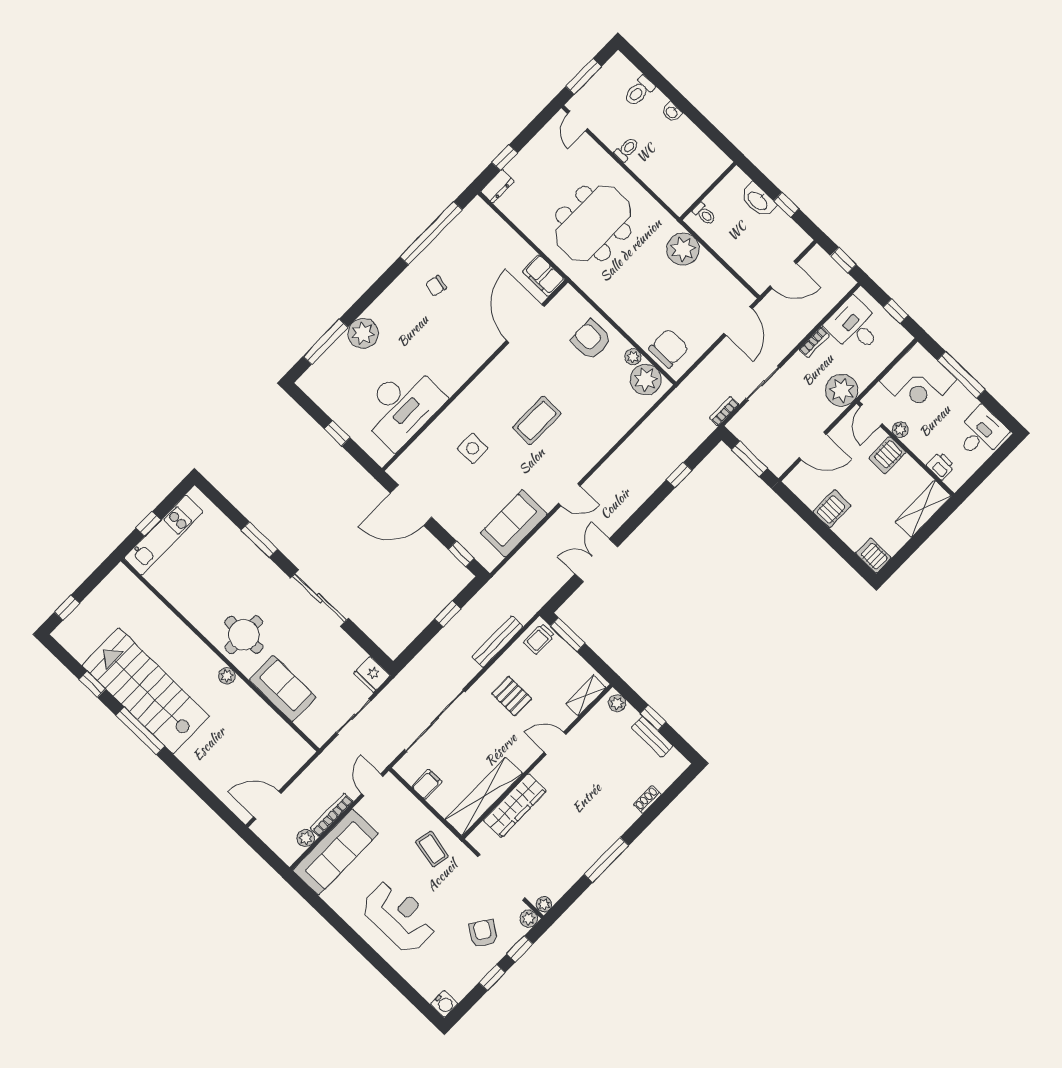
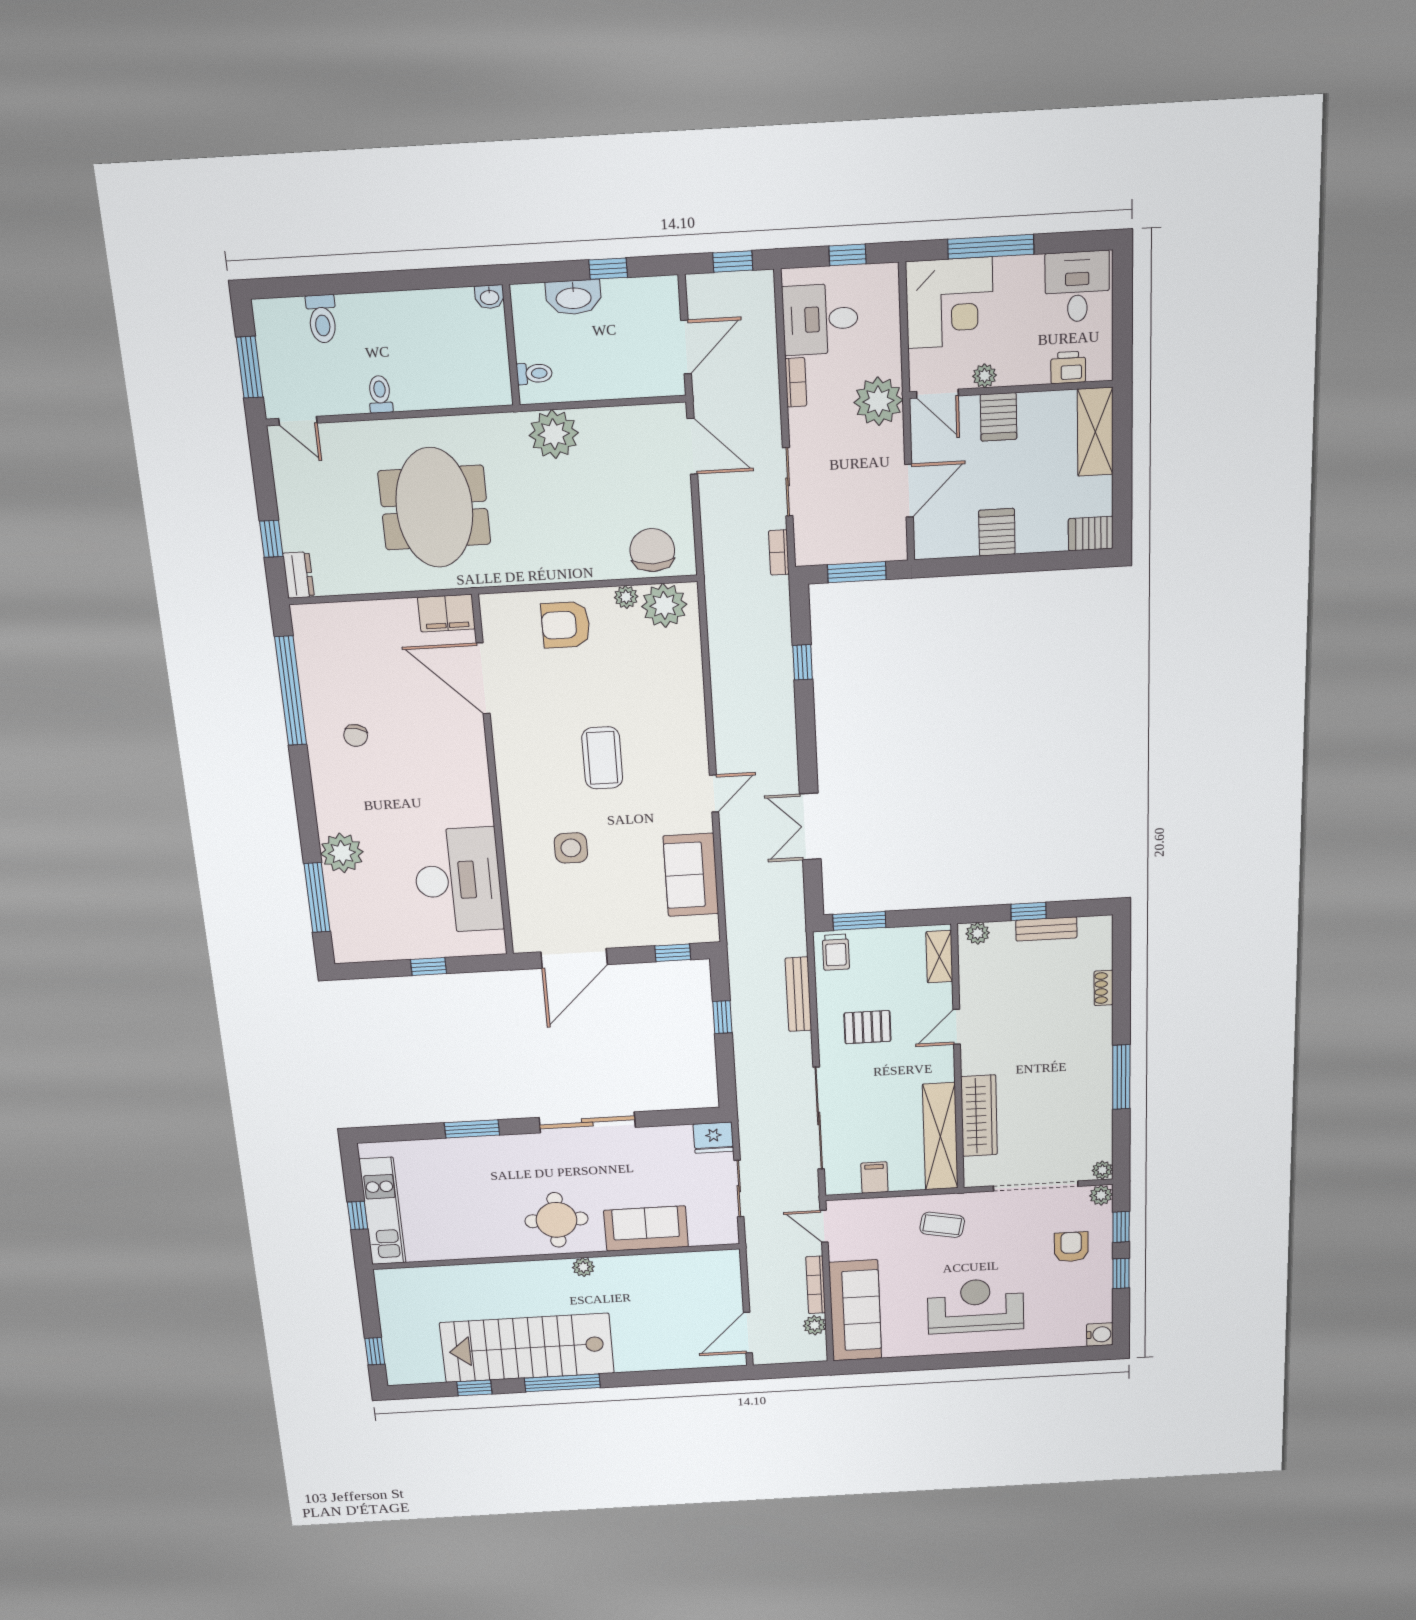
washbasin: (672, 112) -> (489, 297), moved
armchair: (483, 934) -> (1071, 1247), turned 55

